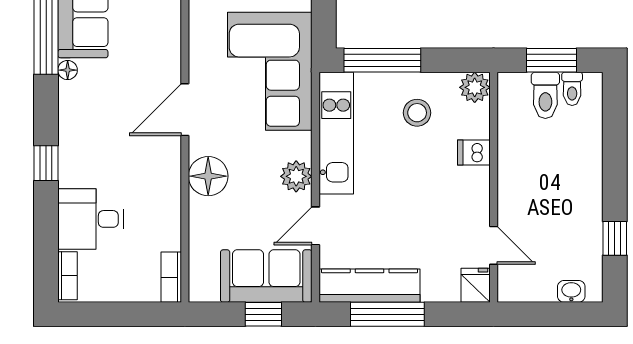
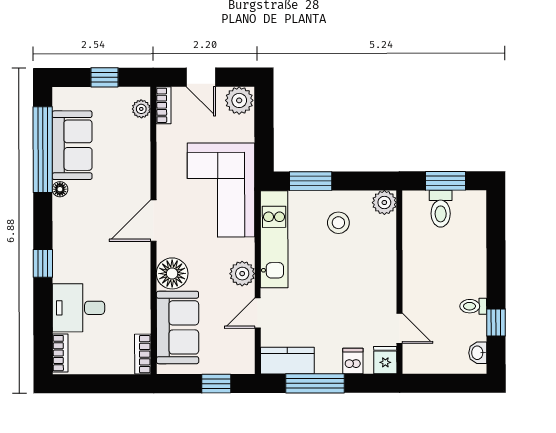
window: (382, 60) -> (311, 181), width x0.69
toilet: (572, 89) -> (473, 306), moved, turned 90
dishwasher: (474, 152) -> (353, 361), moved, turned 90
sofa: (266, 276) -> (178, 327), moved, turned 90
kitchen counter: (370, 286) -> (287, 361), width x0.67
washbasin: (571, 291) -> (478, 353), moved, turned -90

